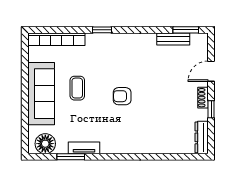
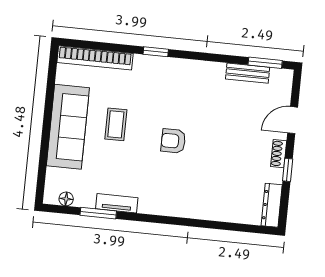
floor lamp: (45, 144) -> (66, 199), width x0.53, depth x0.53

